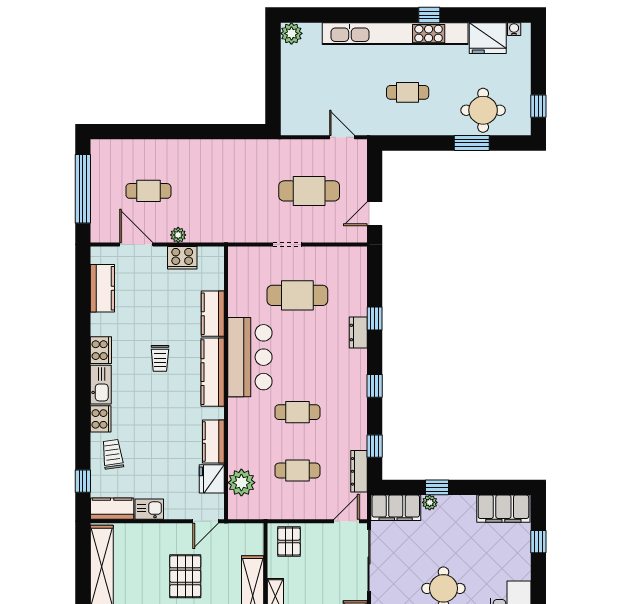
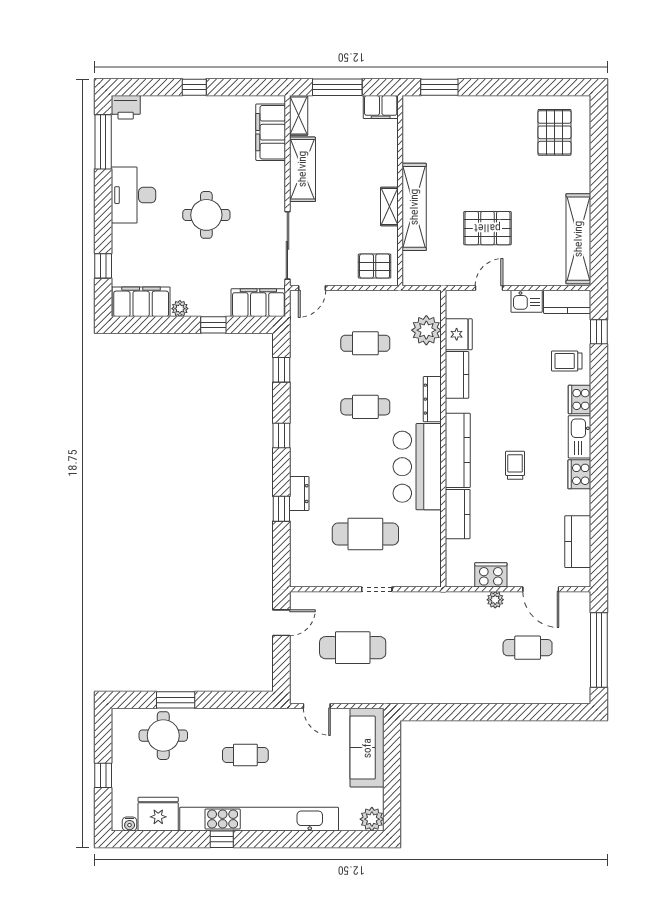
sofa: (296, 99) -> (367, 748), added
window: (538, 106) -> (103, 775), moved
trolley: (112, 454) -> (567, 361), turned 98
dresser: (359, 471) -> (432, 399), moved, turned 180
plant: (430, 502) -> (180, 309), moved
door: (206, 521) -> (489, 288), moved
pallet: (289, 541) -> (375, 266), turned 90
pallet: (185, 576) -> (487, 228), turned 90

